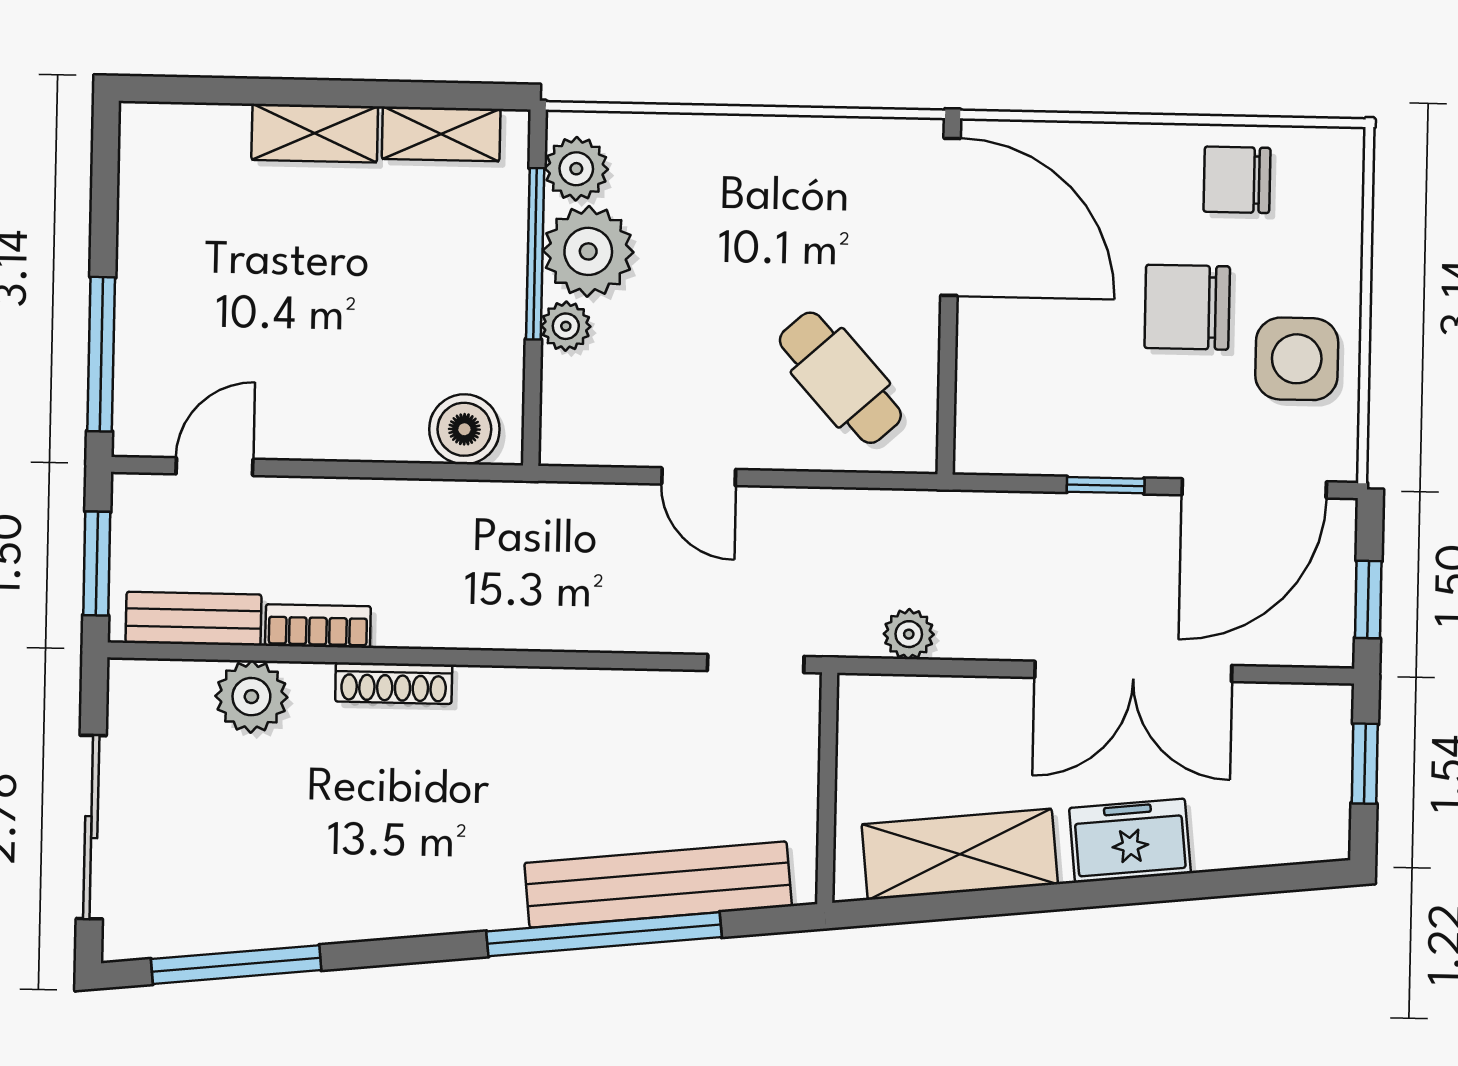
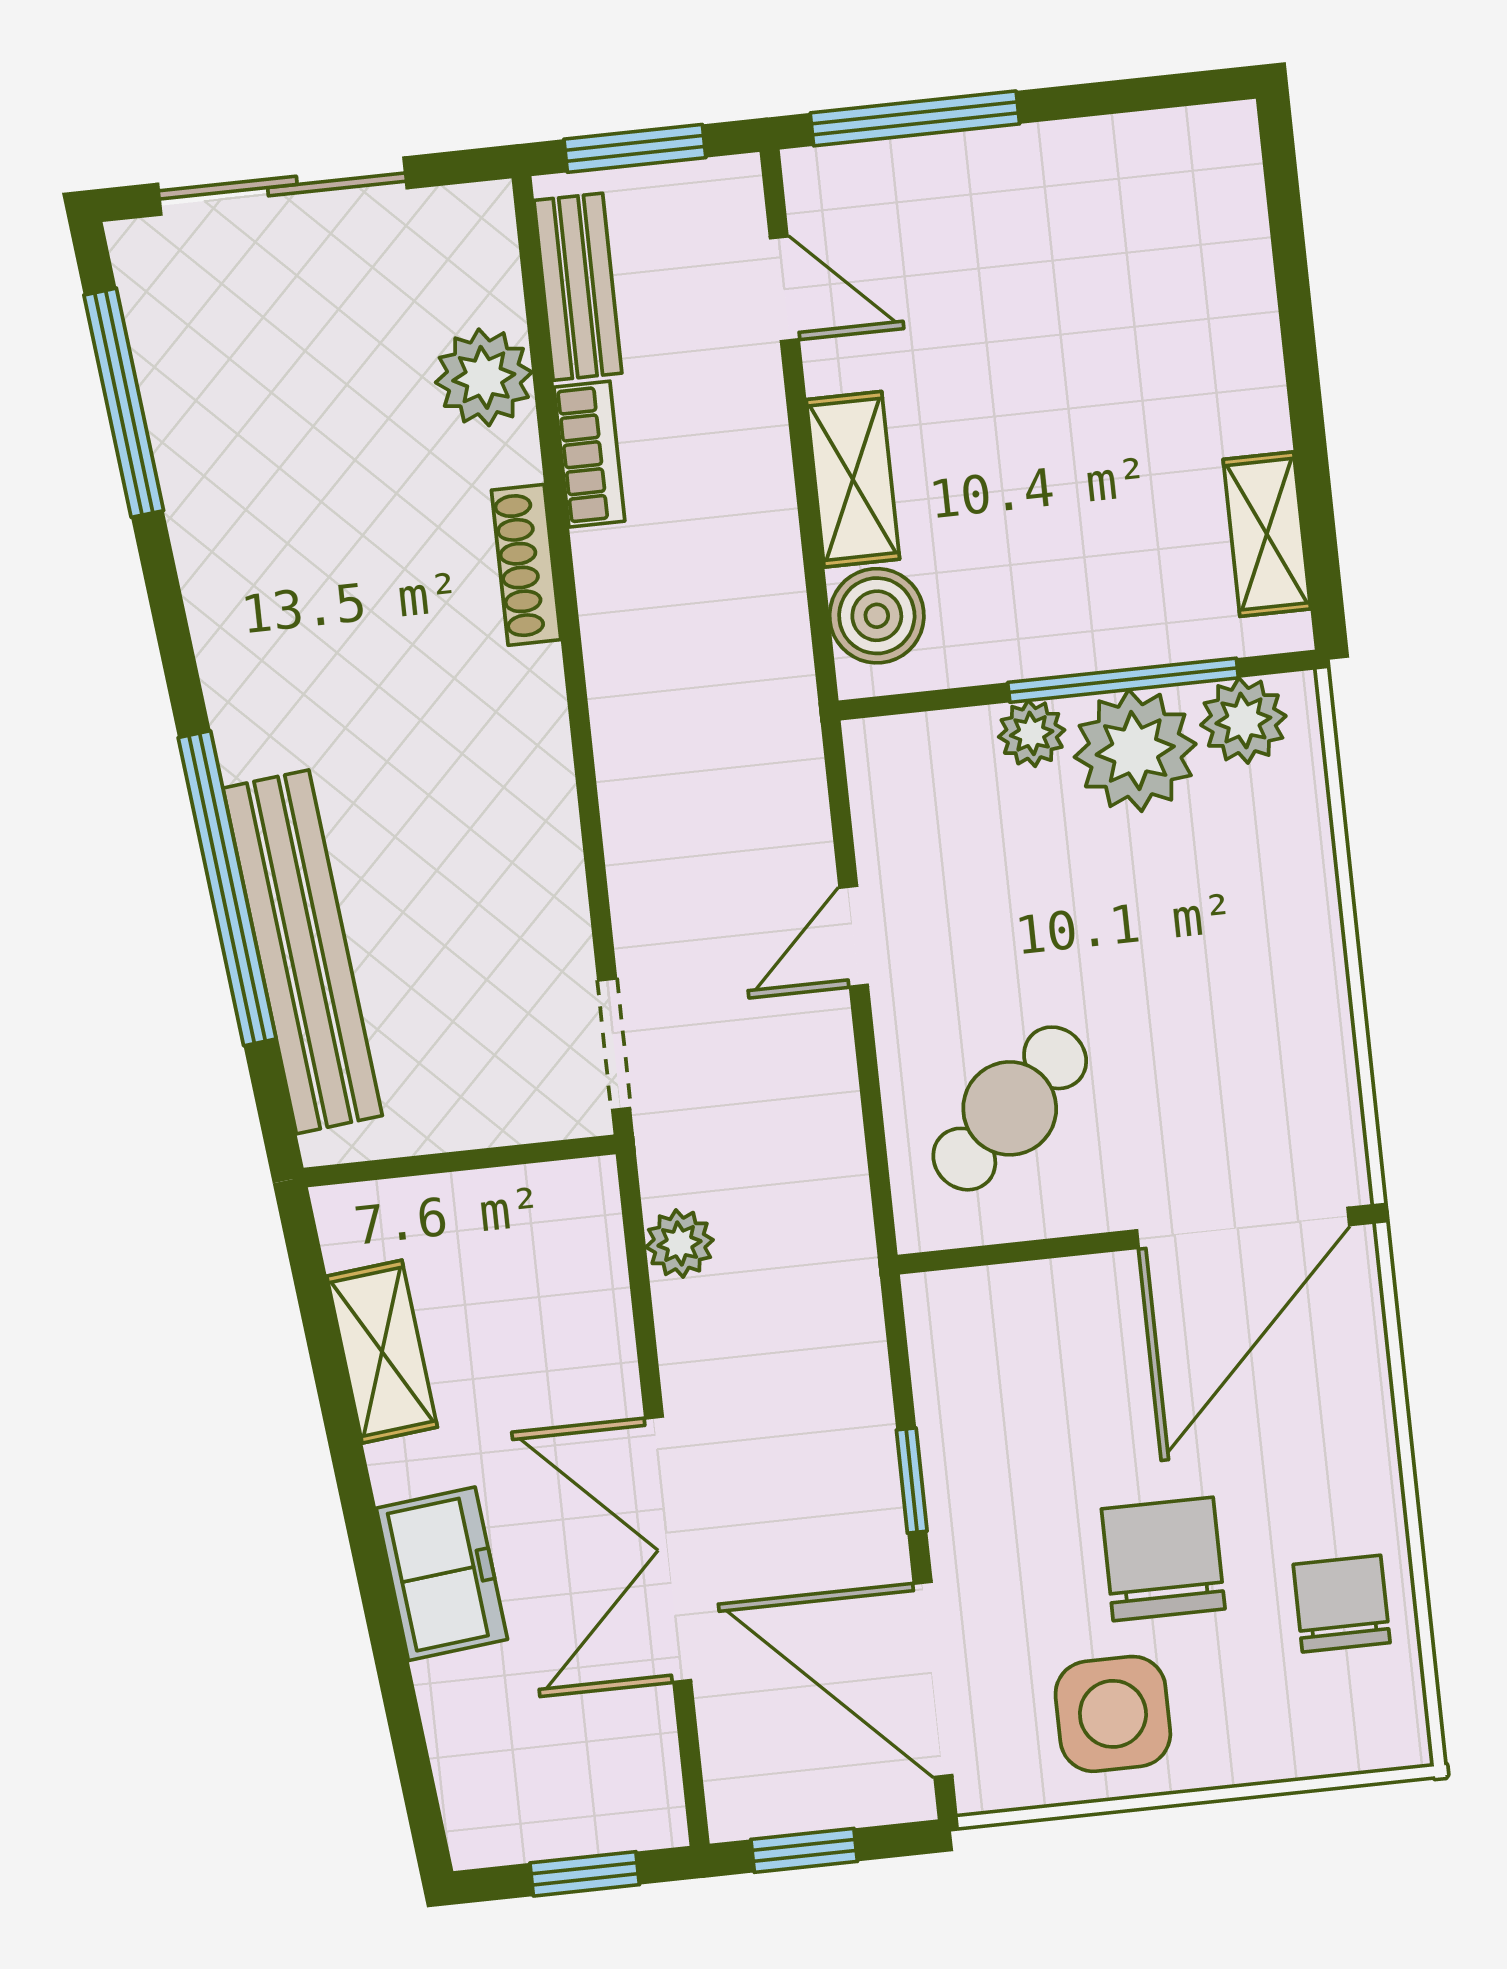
shelving: (315, 133) -> (853, 479), moved
shelving: (960, 854) -> (382, 1352), width x0.67, depth x0.75

